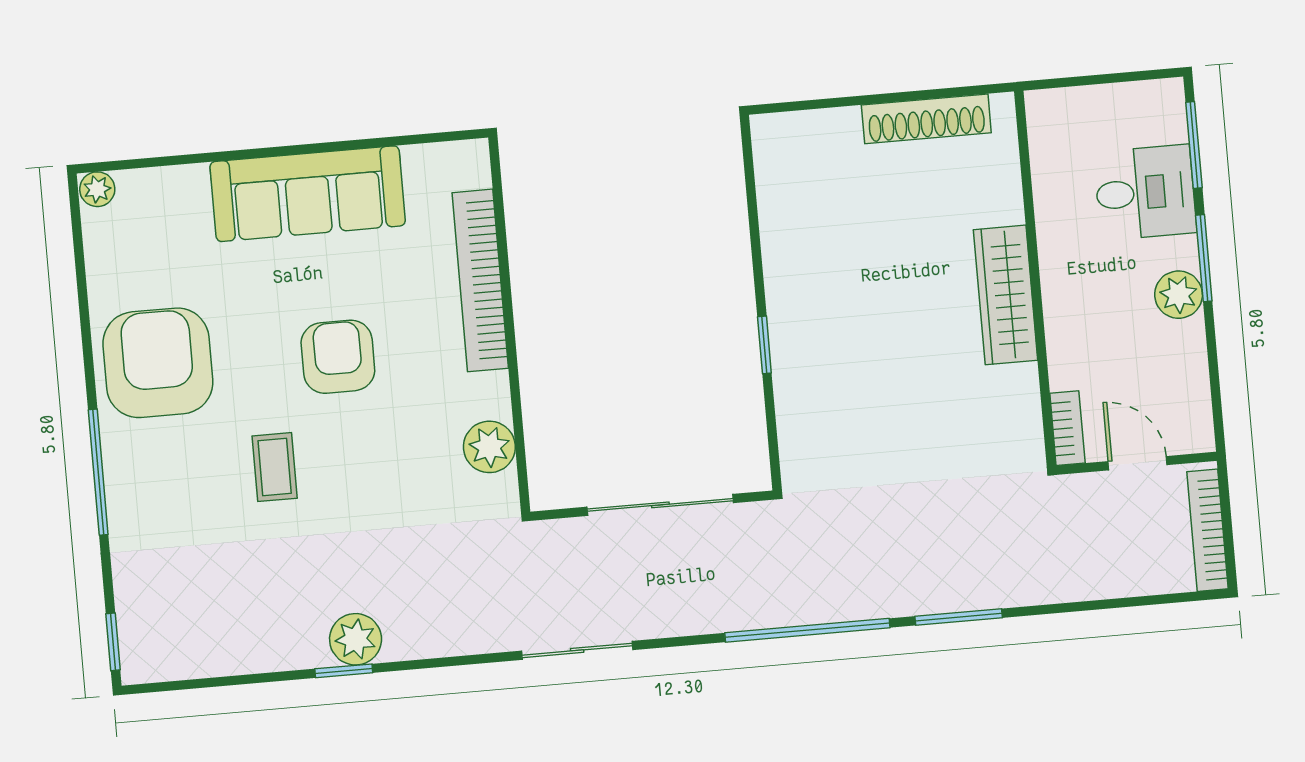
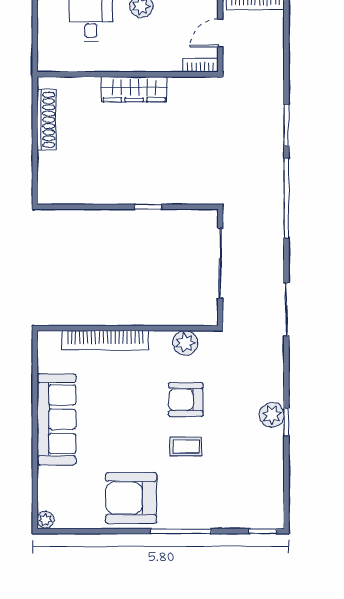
armchair: (338, 357) -> (186, 400), moved

